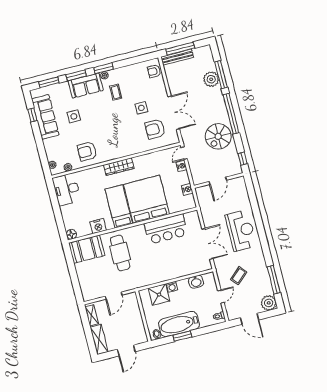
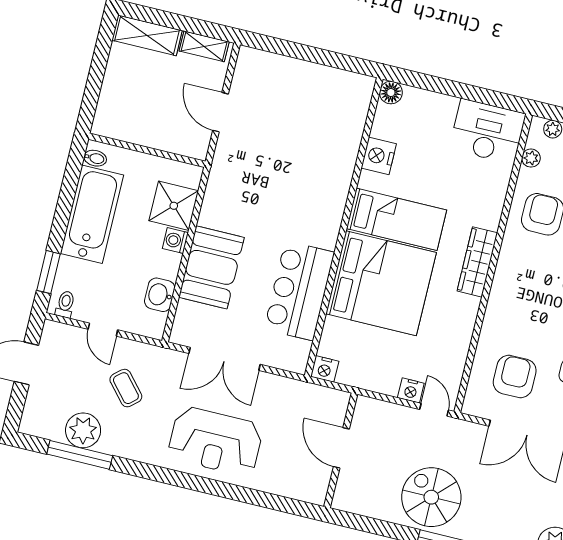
window: (243, 158) -> (360, 523), removed
nightstand: (187, 189) -> (325, 369), moved
booth: (87, 249) -> (211, 267), moved
cafe table: (120, 253) -> (300, 172), removed
plant: (269, 303) -> (83, 430), moved
window: (182, 336) -> (49, 272), moved
door: (126, 351) -> (95, 79), removed

